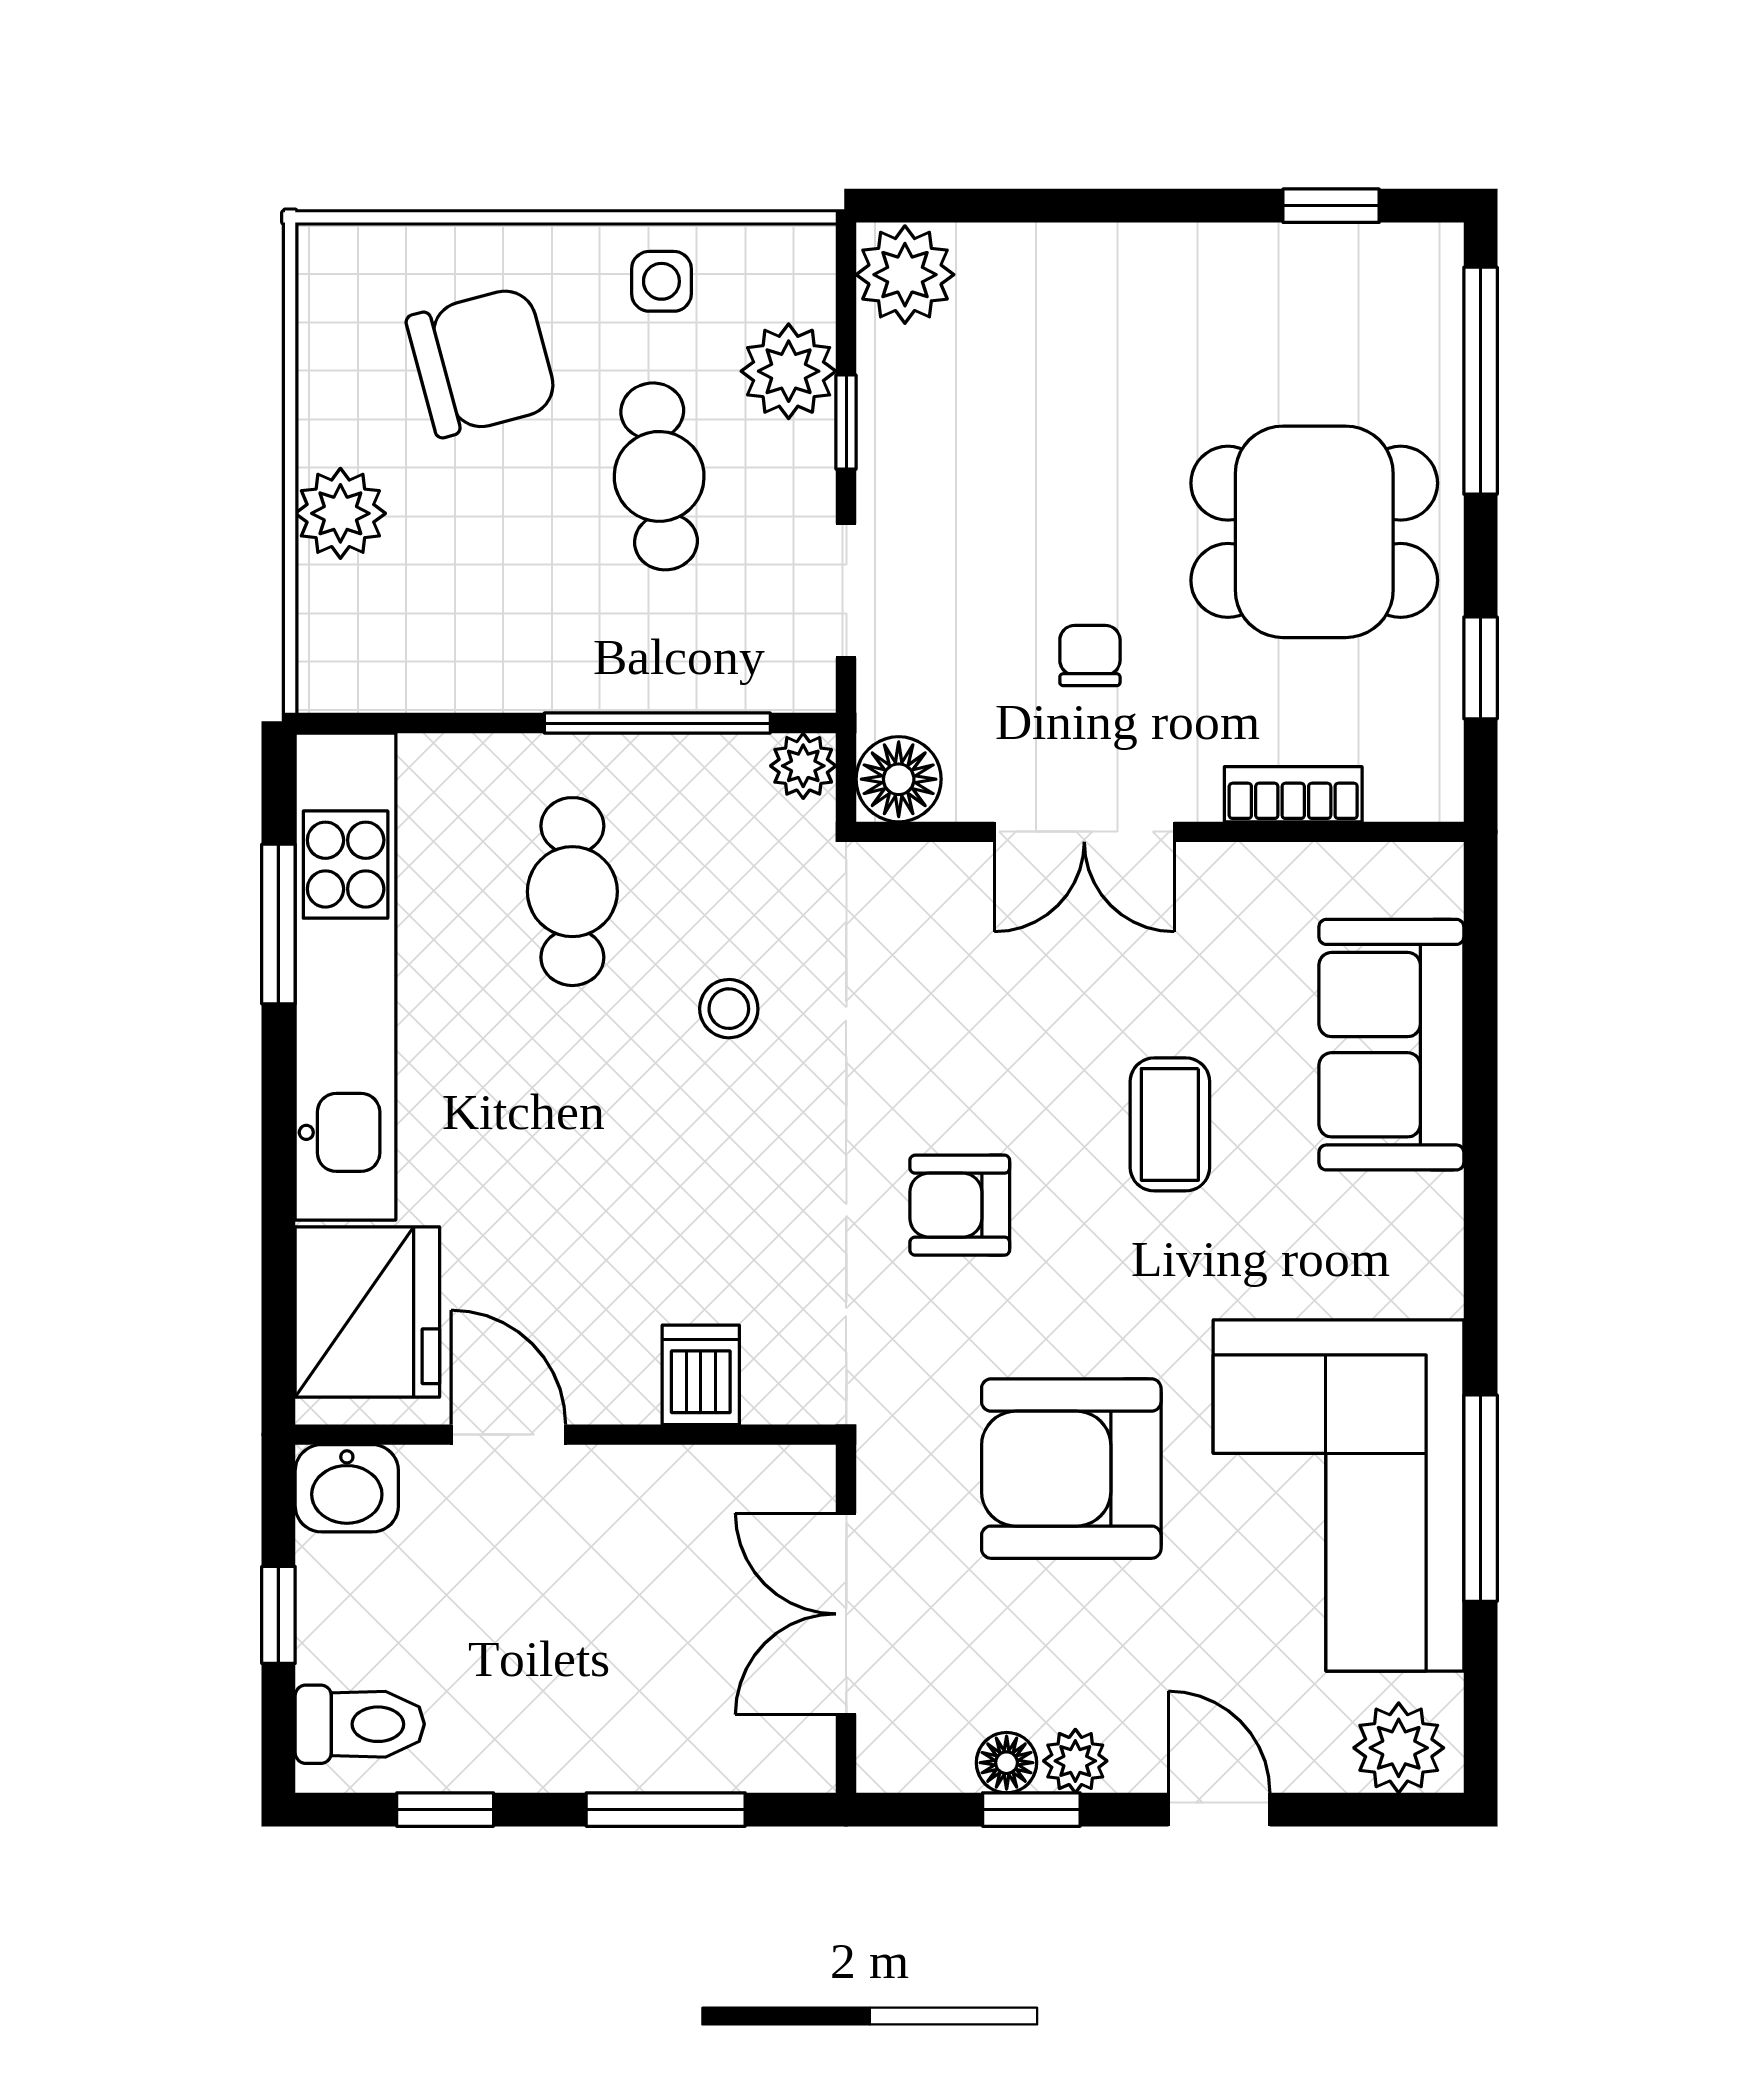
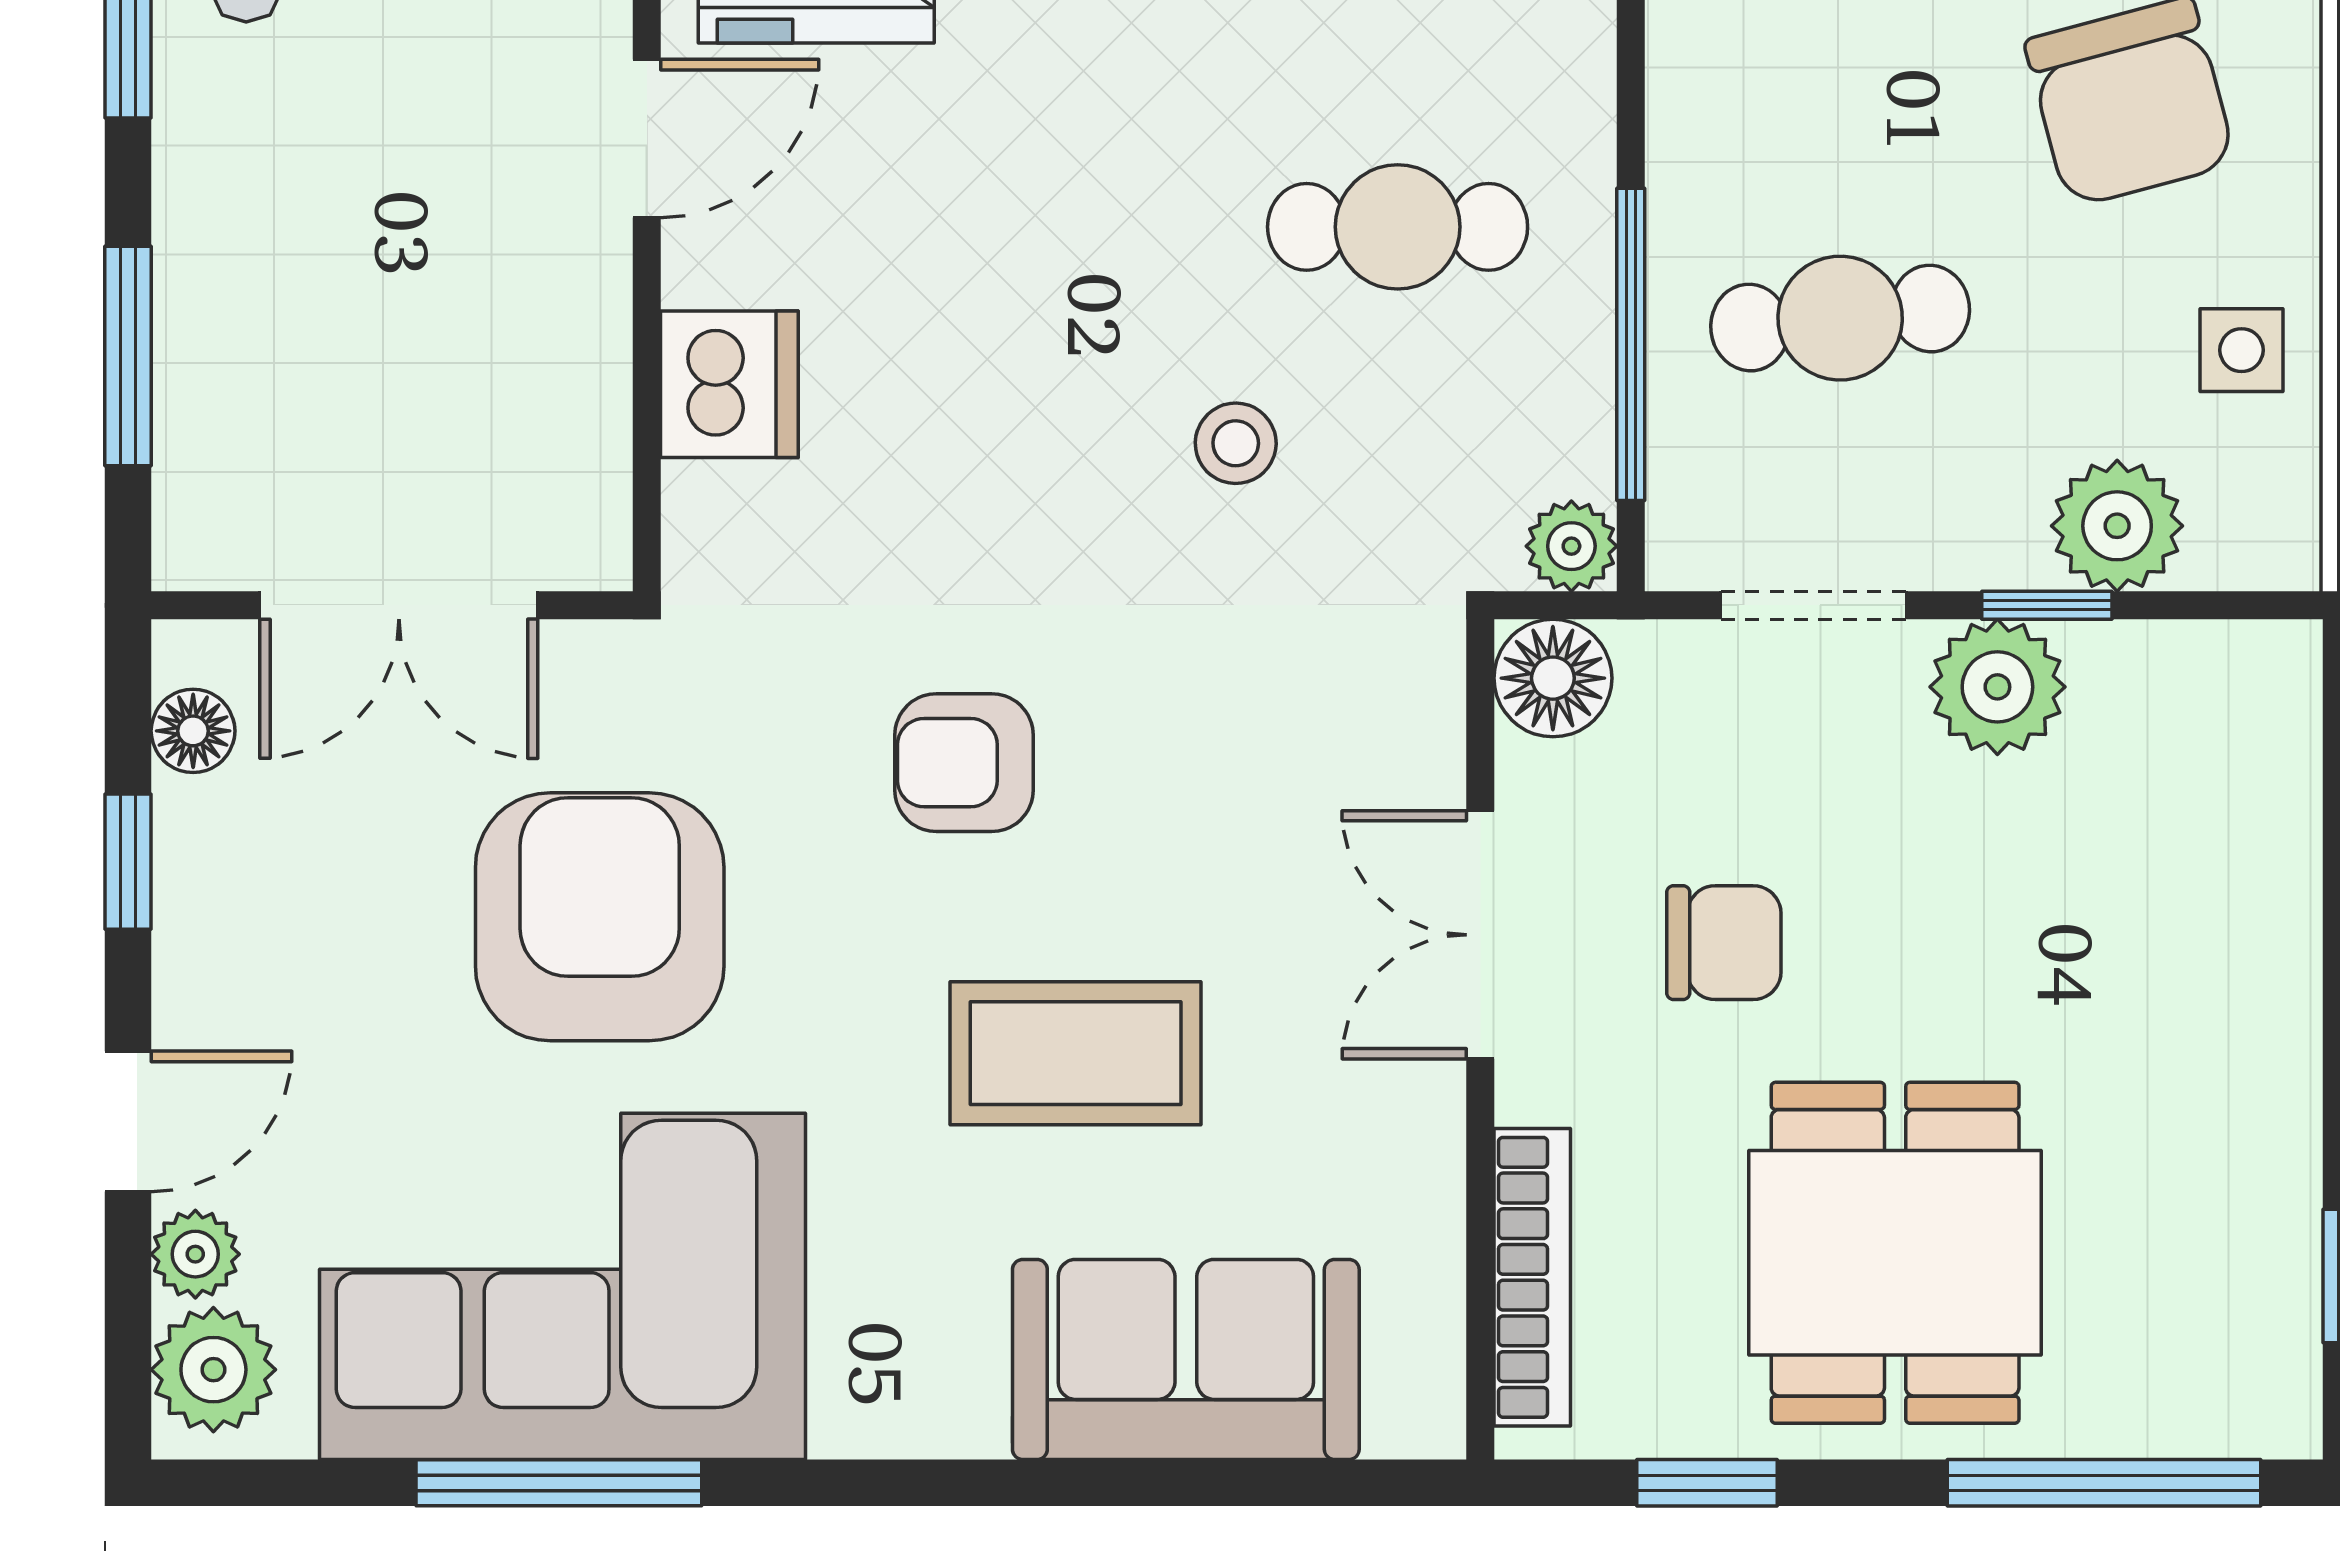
plant: (905, 275) -> (1997, 687), moved
cafe table: (659, 476) -> (1840, 318), moved
chair: (1090, 656) -> (1724, 943), width x1.37, depth x1.37
bookcase: (1293, 794) -> (1532, 1277), width x1.56
coffee table: (1170, 1124) -> (1076, 1053), width x1.36, depth x1.30
armchair: (960, 1205) -> (964, 763), turned -90
dishwasher: (701, 1375) -> (729, 384), width x1.38
double door: (846, 1614) -> (399, 605), swing flipped
plant: (1075, 1761) -> (195, 1254), moved
floor lamp: (1007, 1763) -> (193, 731), moved

